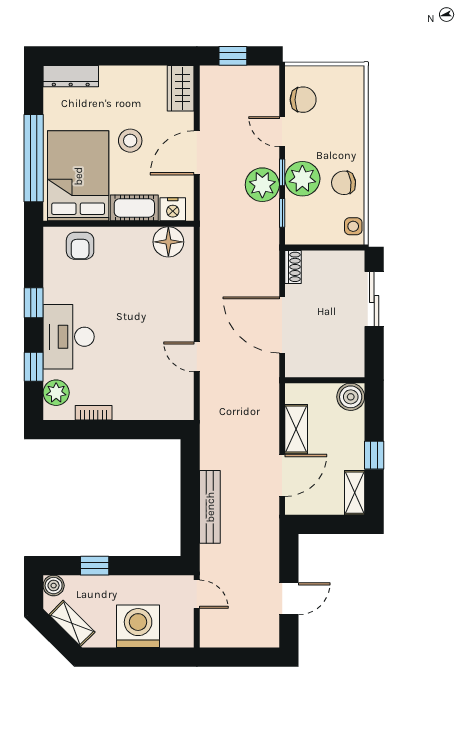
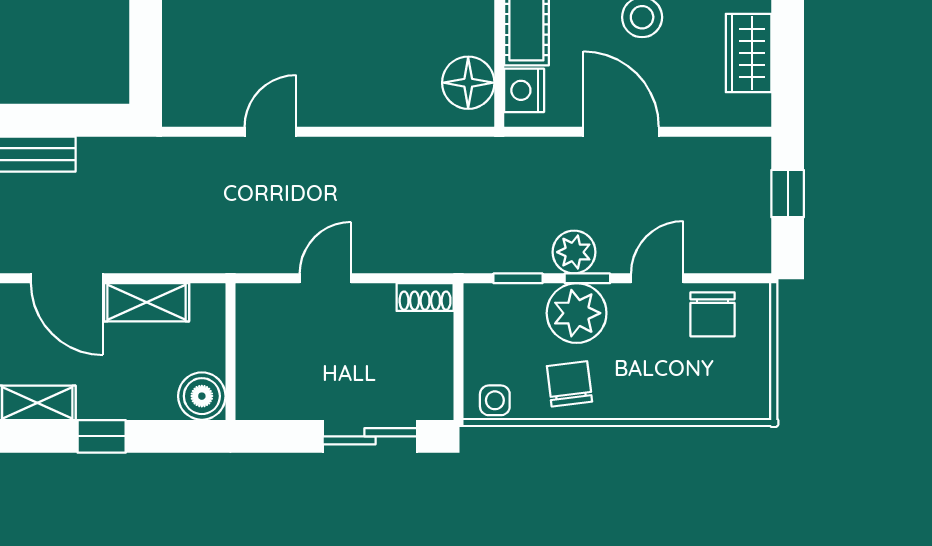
wardrobe: (181, 88) -> (749, 53), moved, turned -90
plant: (262, 185) -> (574, 252), width x0.73, depth x0.73
door: (282, 325) -> (325, 278), width x0.53

